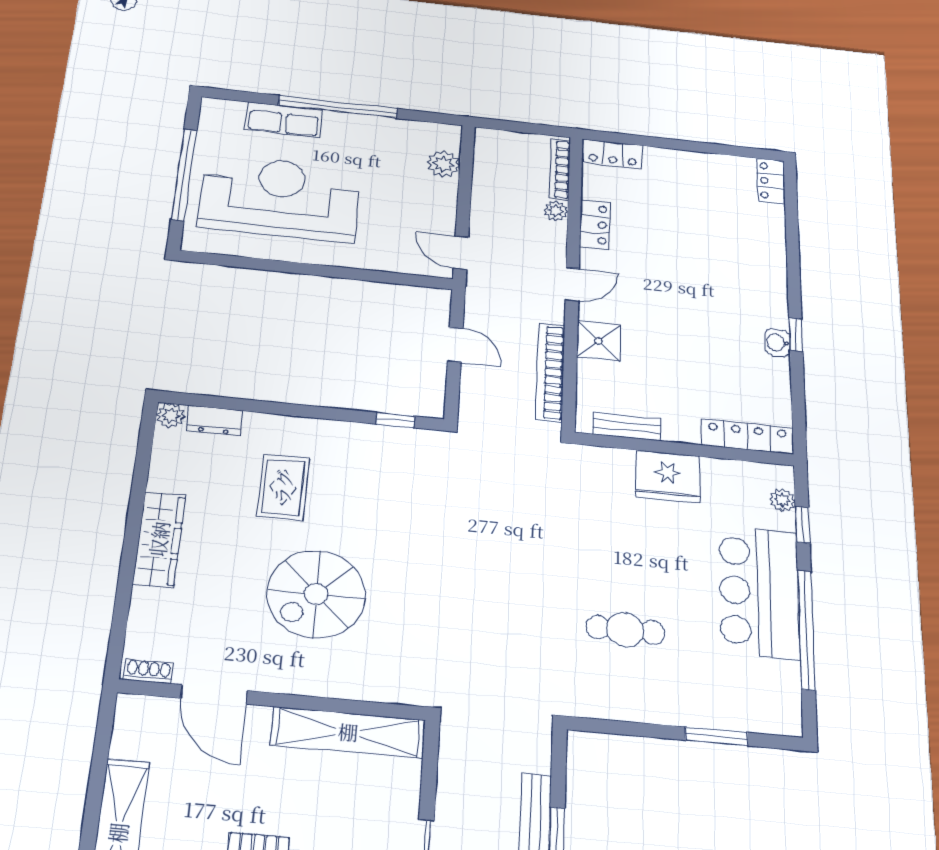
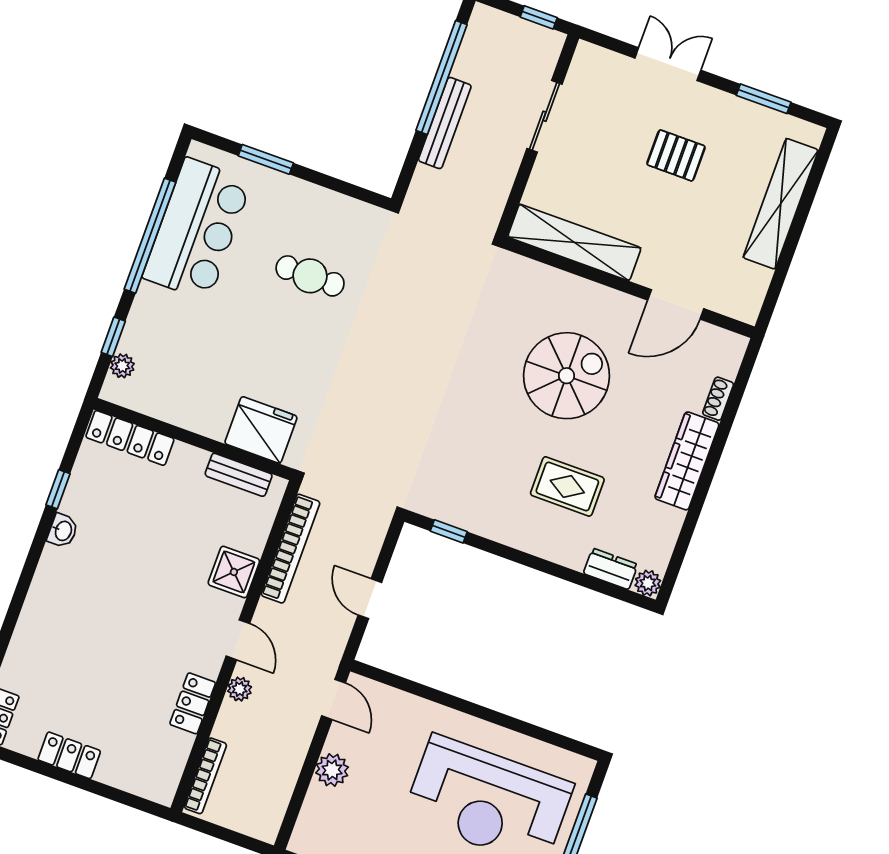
locker: (613, 154) -> (69, 755), moved
plant: (443, 164) -> (332, 770), moved
plant: (556, 211) -> (240, 689), moved
door: (572, 284) -> (238, 640), swing flipped
window: (796, 335) -> (58, 489), moved
fridge: (668, 477) -> (261, 430), moved
rug: (283, 487) -> (567, 486), turned 90
bar counter: (759, 592) -> (197, 229), moved
shoe rack: (148, 671) -> (718, 399), moved, turned 90
door: (214, 694) -> (676, 304), swing flipped

